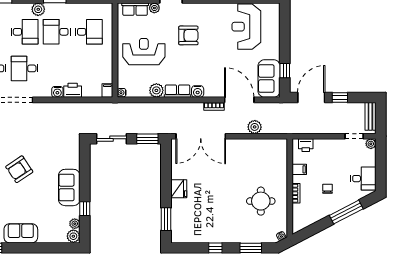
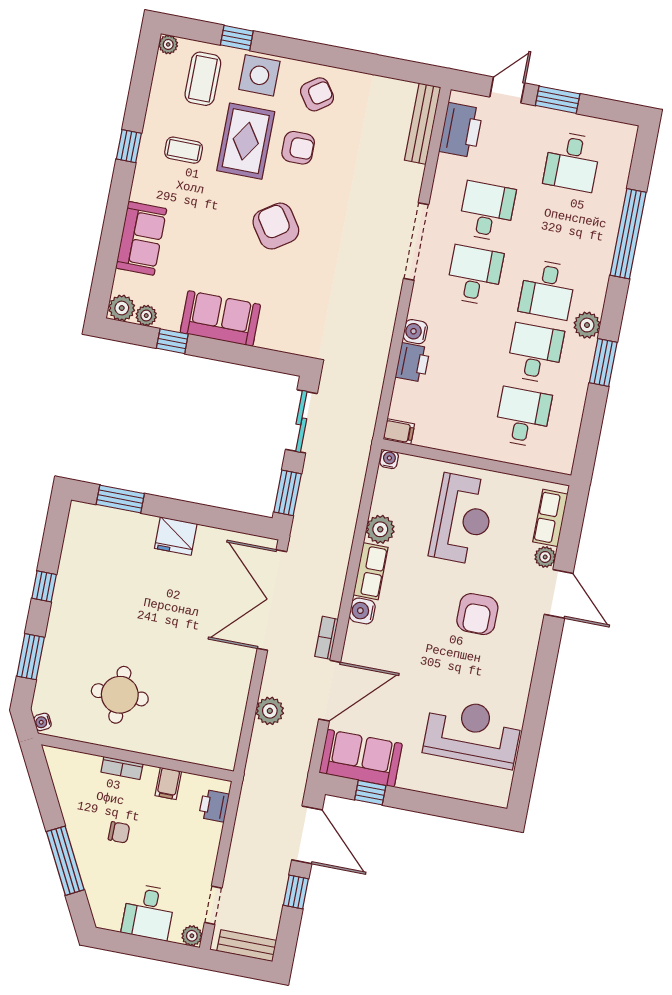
desk: (89, 32) -> (523, 417), turned 180
desk: (363, 179) -> (149, 912), moved
sofa: (21, 233) -> (141, 238), moved

